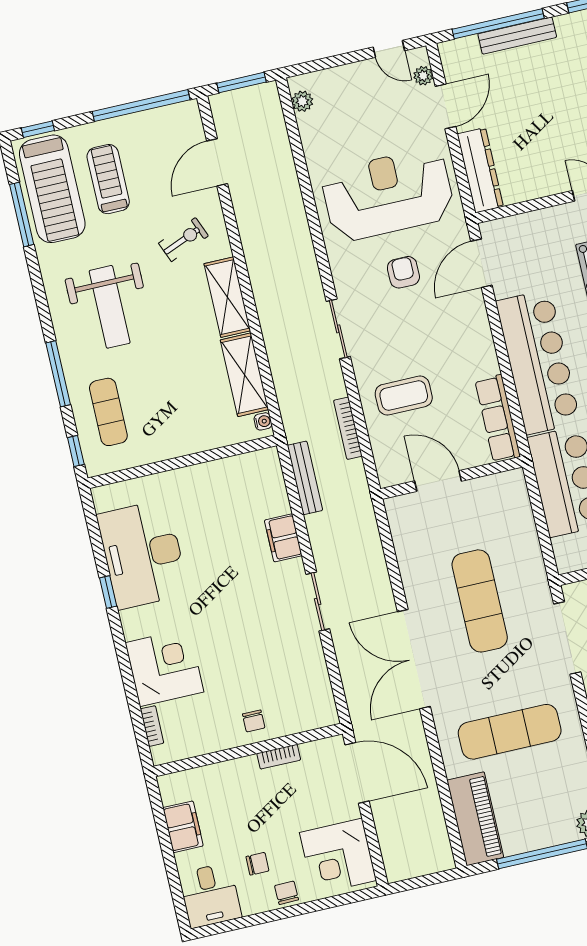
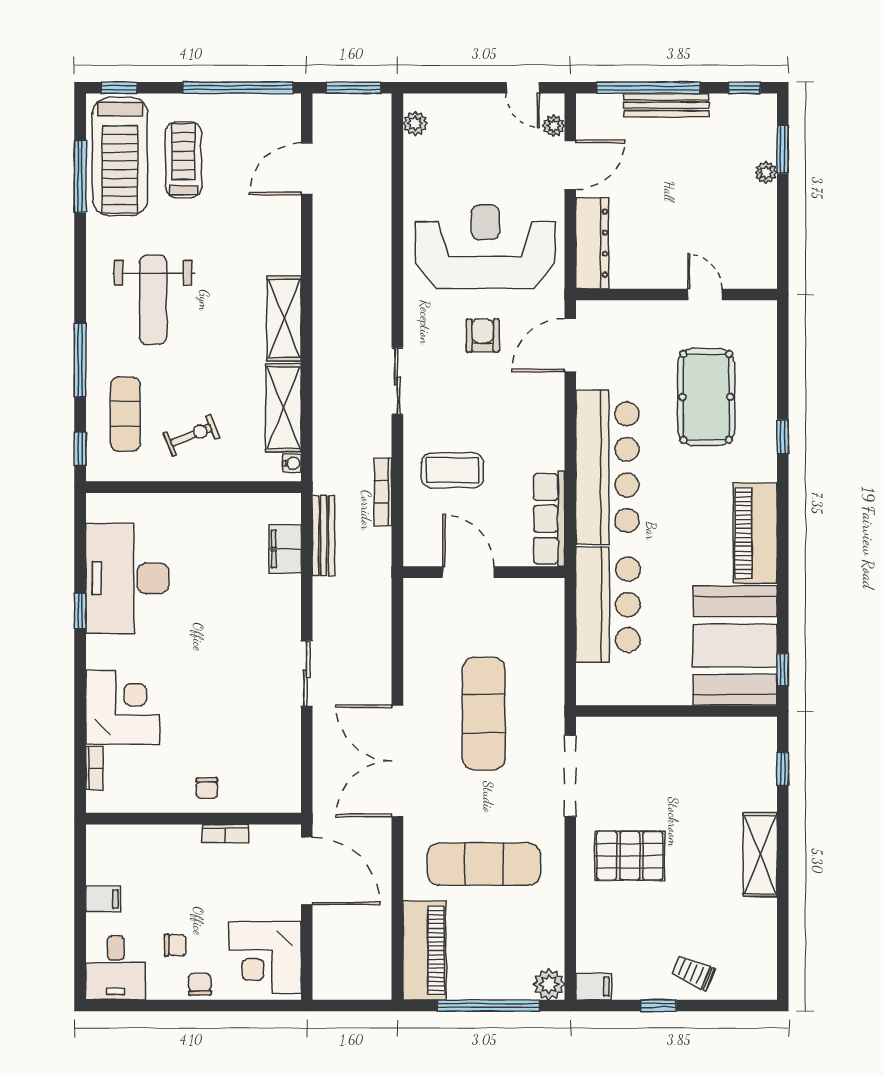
exercise bike: (184, 240) -> (191, 435), moved
filing cabinet: (283, 538) -> (285, 549), moved
filing cabinet: (183, 827) -> (103, 899), width x0.50

